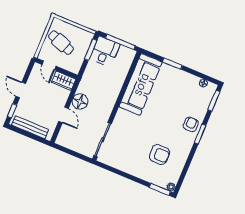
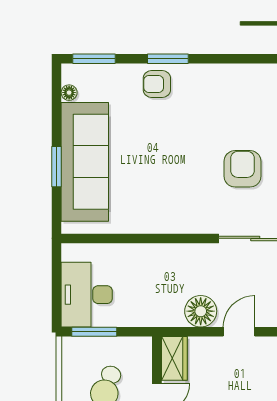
window: (120, 42) -> (57, 282), removed
desk: (105, 51) -> (87, 295), width x1.37
sofa: (141, 84) -> (85, 162), moved, turned 90
armchair: (160, 154) -> (243, 169), moved

